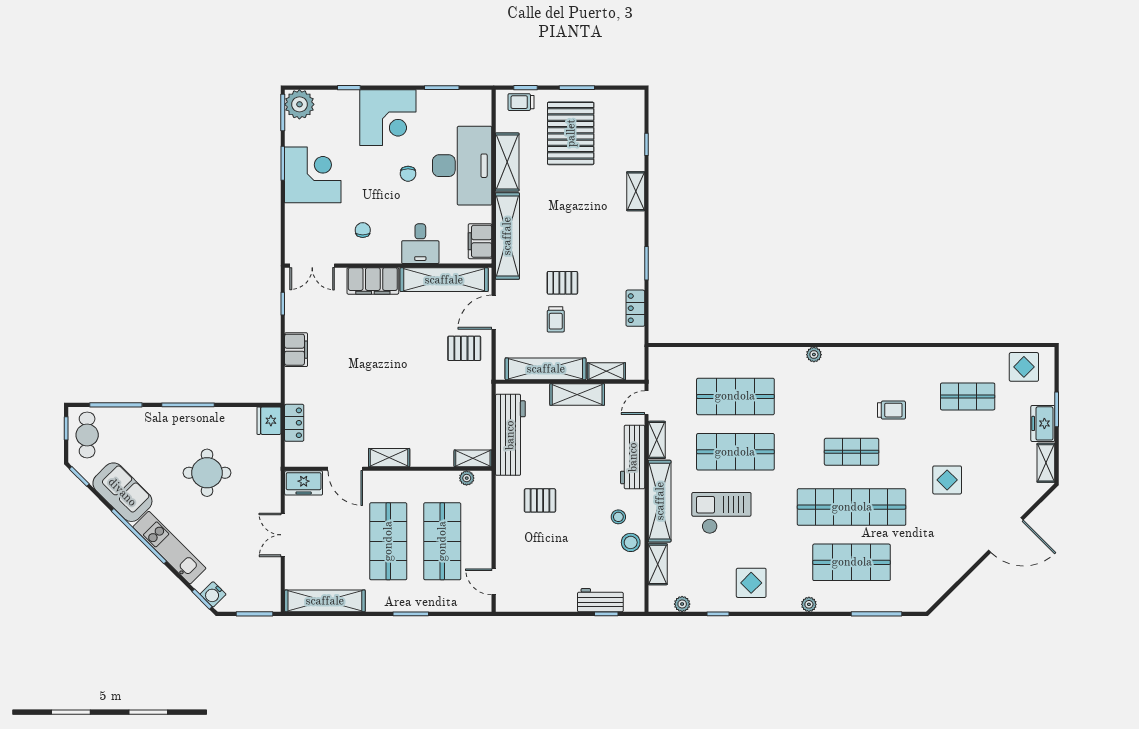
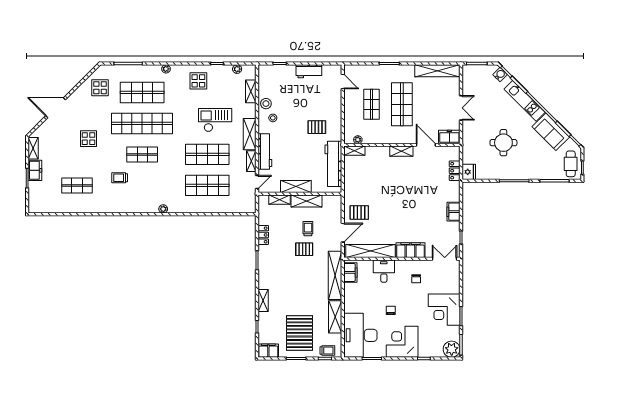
filing cabinet: (626, 102) -> (268, 351), added
desk: (462, 166) -> (360, 335), moved
display table: (1024, 367) -> (100, 88), moved
shelving: (546, 369) -> (306, 201), width x0.68
shelving: (660, 501) -> (250, 134), width x0.68
checkout: (721, 513) -> (215, 120), turned 180
shop shelf: (442, 541) -> (372, 104), width x0.70, depth x0.74
workbench: (600, 600) -> (309, 71), moved

